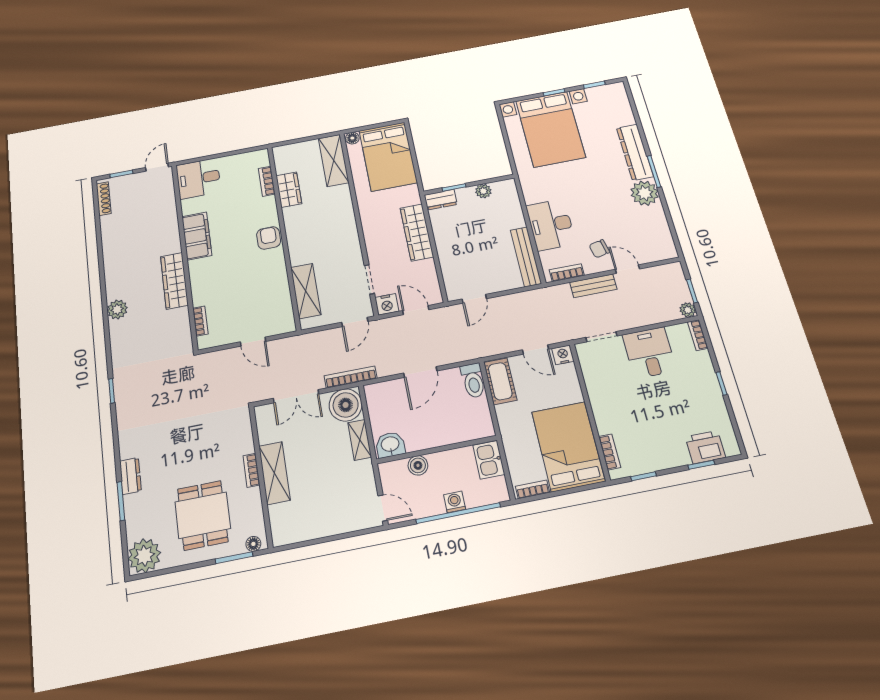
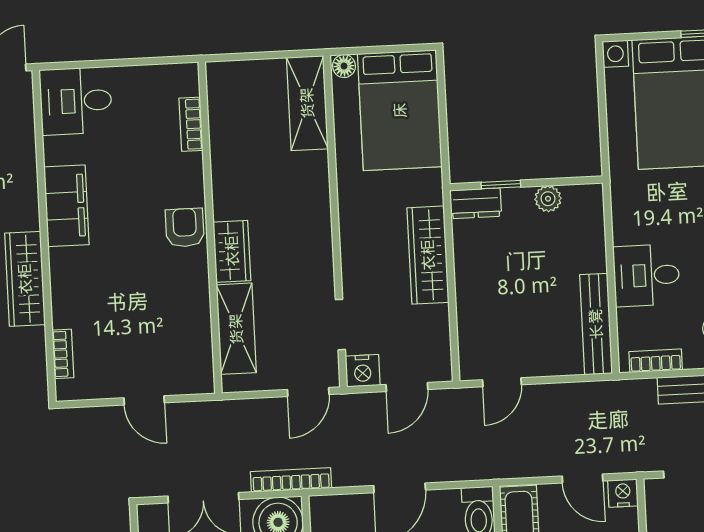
wardrobe: (289, 190) -> (232, 251), moved
desk: (551, 225) -> (647, 275), width x0.73
door: (416, 310) -> (407, 387), swing flipped

